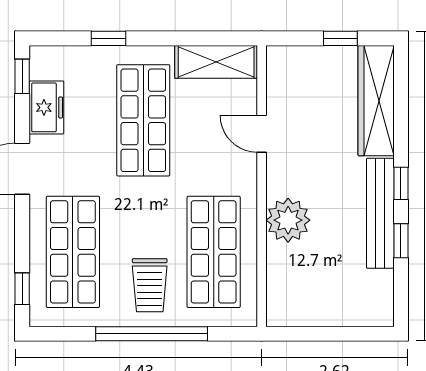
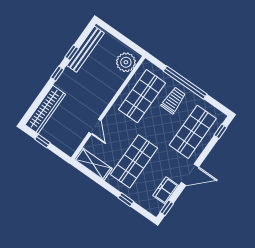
bench: (380, 213) -> (85, 49), moved
plant: (288, 220) -> (126, 62), moved

